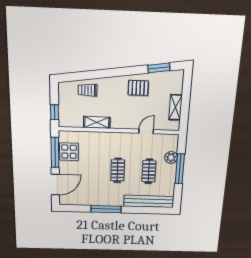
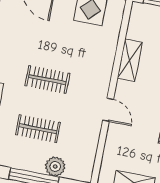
door: (146, 131) -> (108, 110), moved

